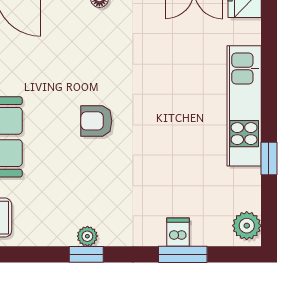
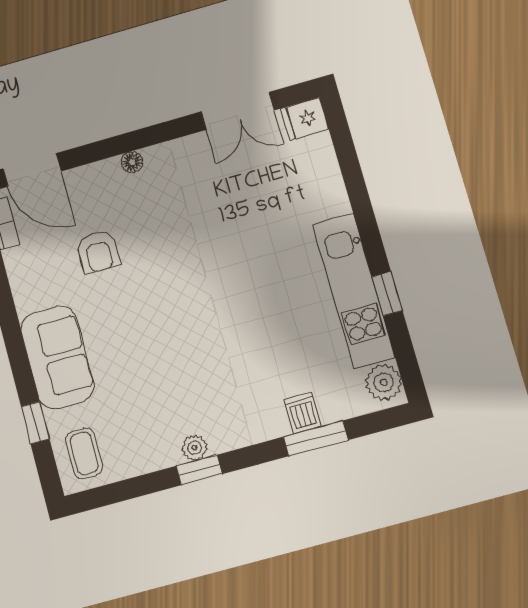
kitchen unit: (244, 106) -> (354, 291), moved
armchair: (96, 121) -> (98, 252), moved, turned -90

